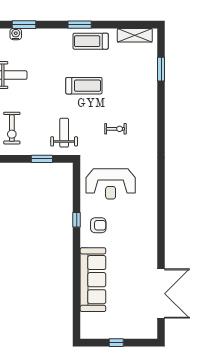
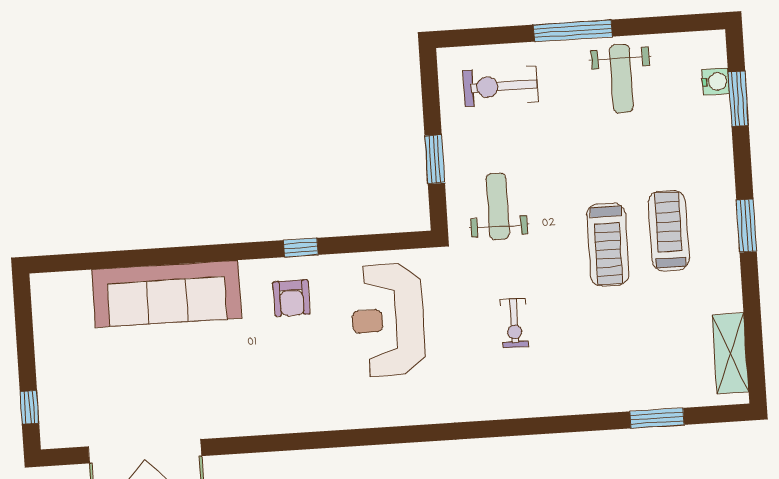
treadmill: (91, 41) -> (669, 231), moved
weight bench: (64, 133) -> (498, 206), turned -90
window: (116, 343) -> (29, 407), moved

